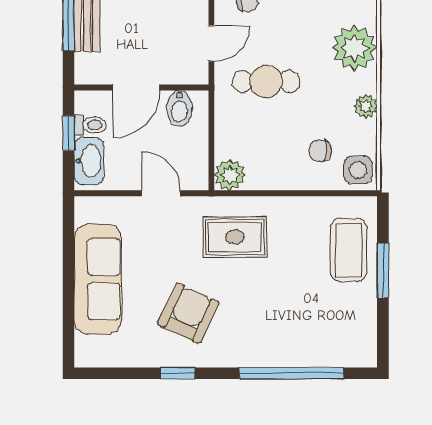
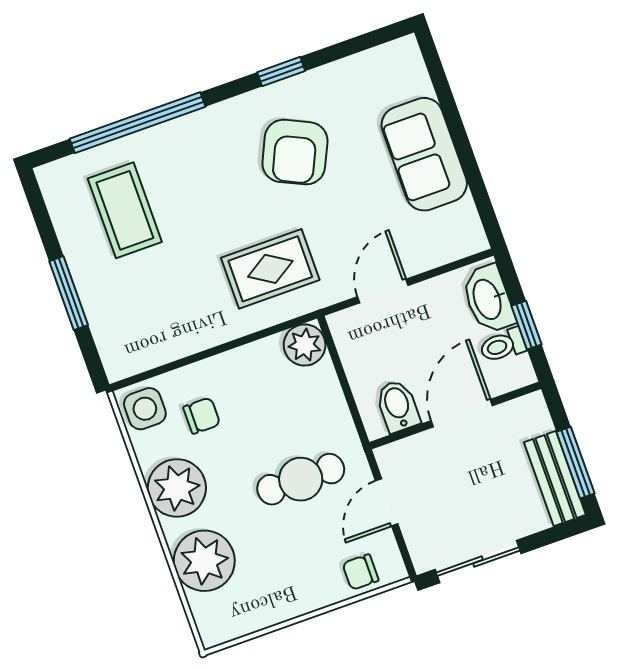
plant: (366, 106) -> (177, 488), width x1.88, depth x1.88
door: (161, 193) -> (383, 291), swing flipped
coffee table: (348, 250) -> (125, 210), moved
sofa: (98, 279) -> (424, 154), width x0.73

